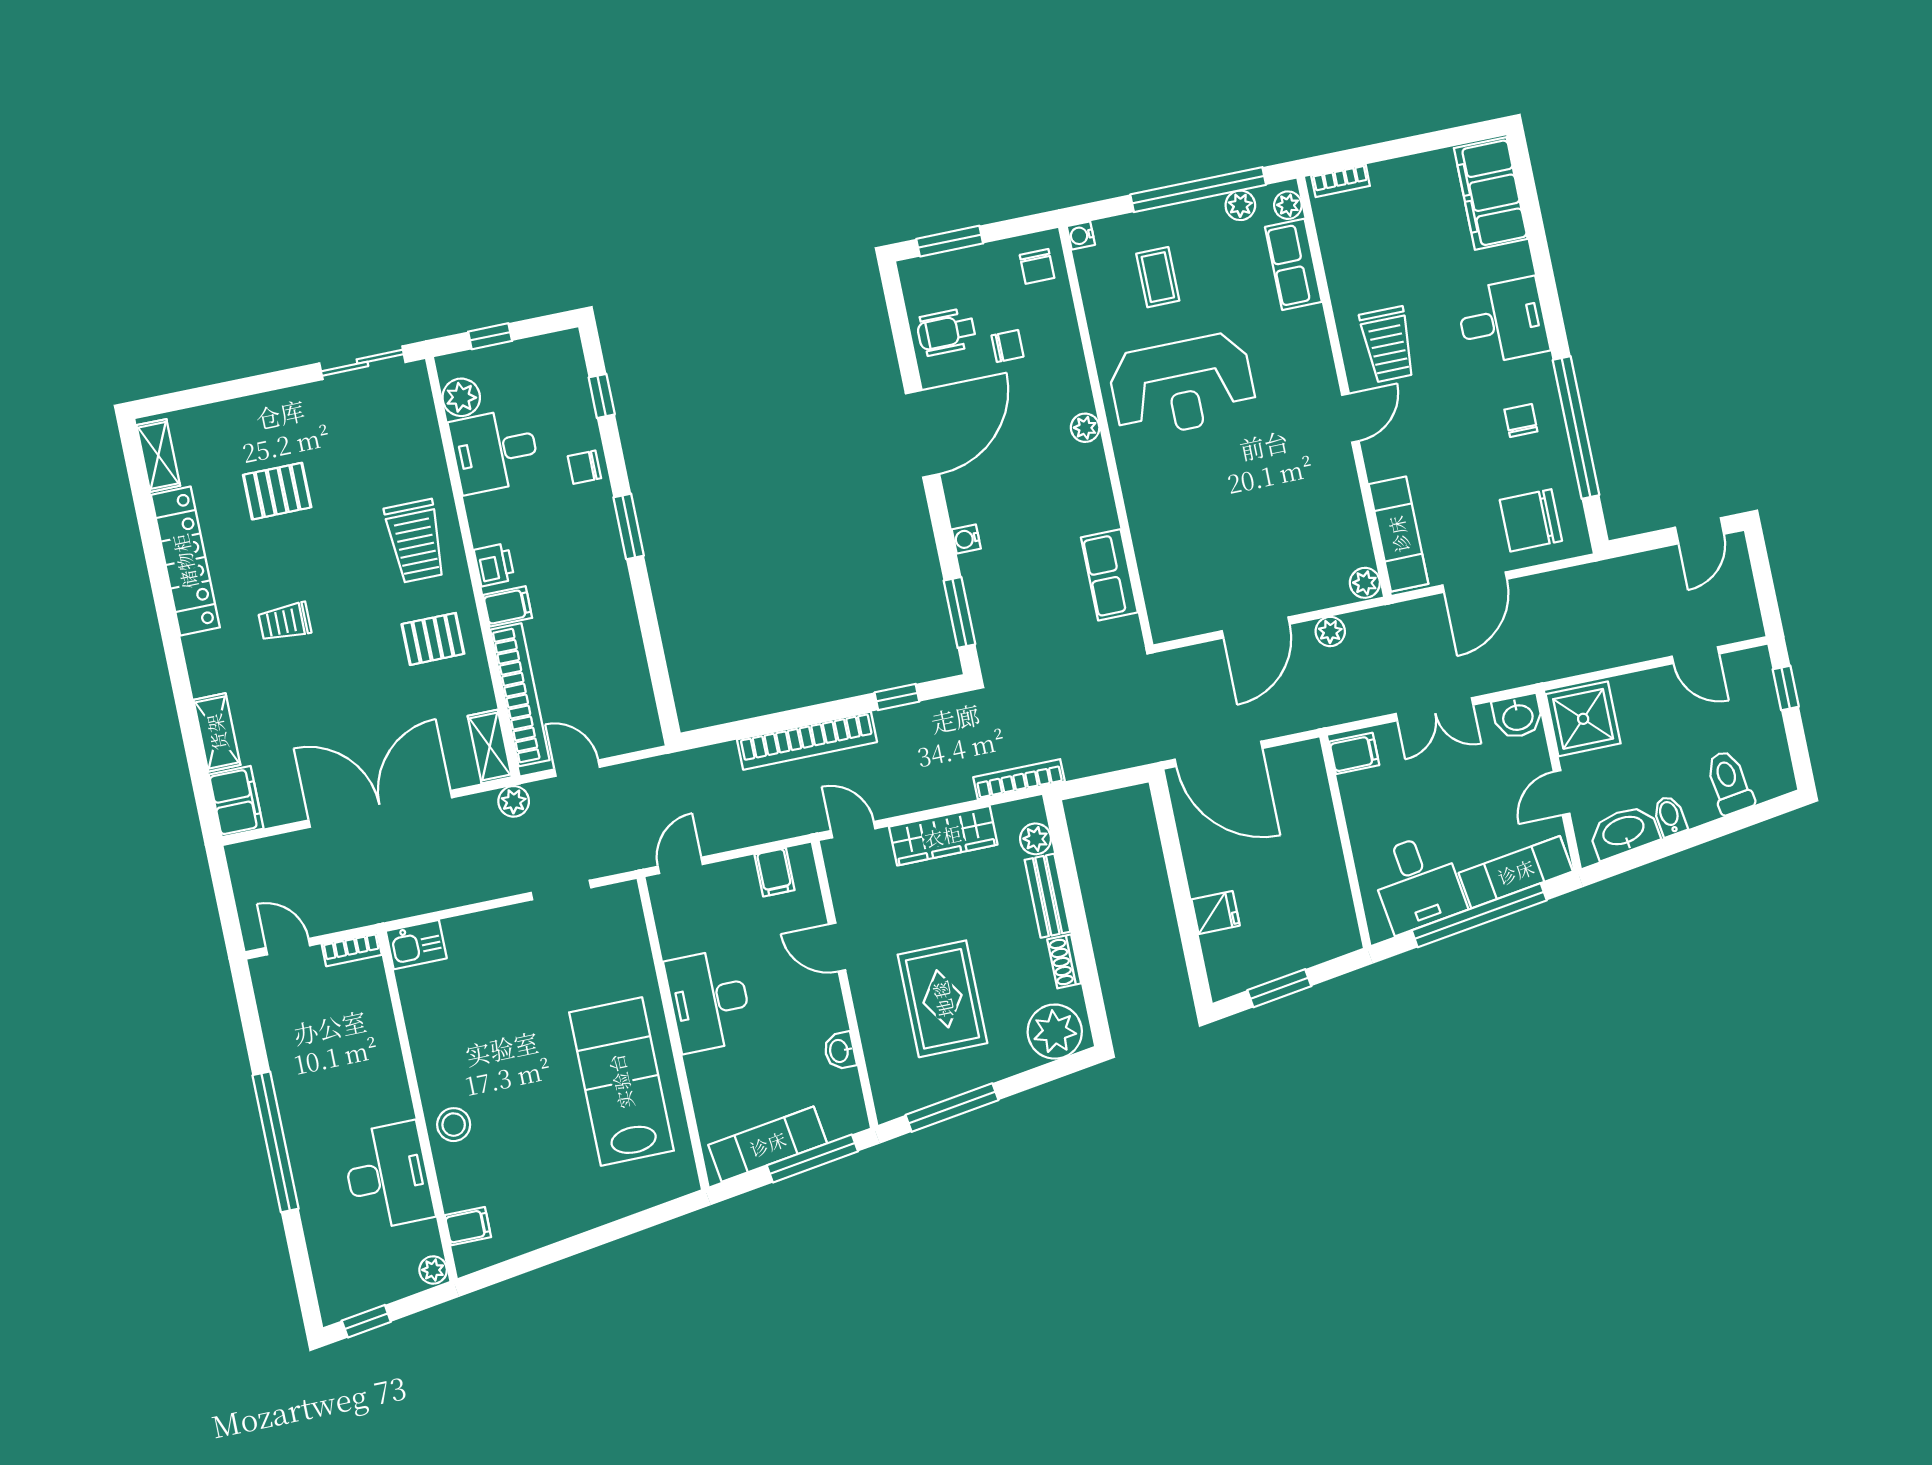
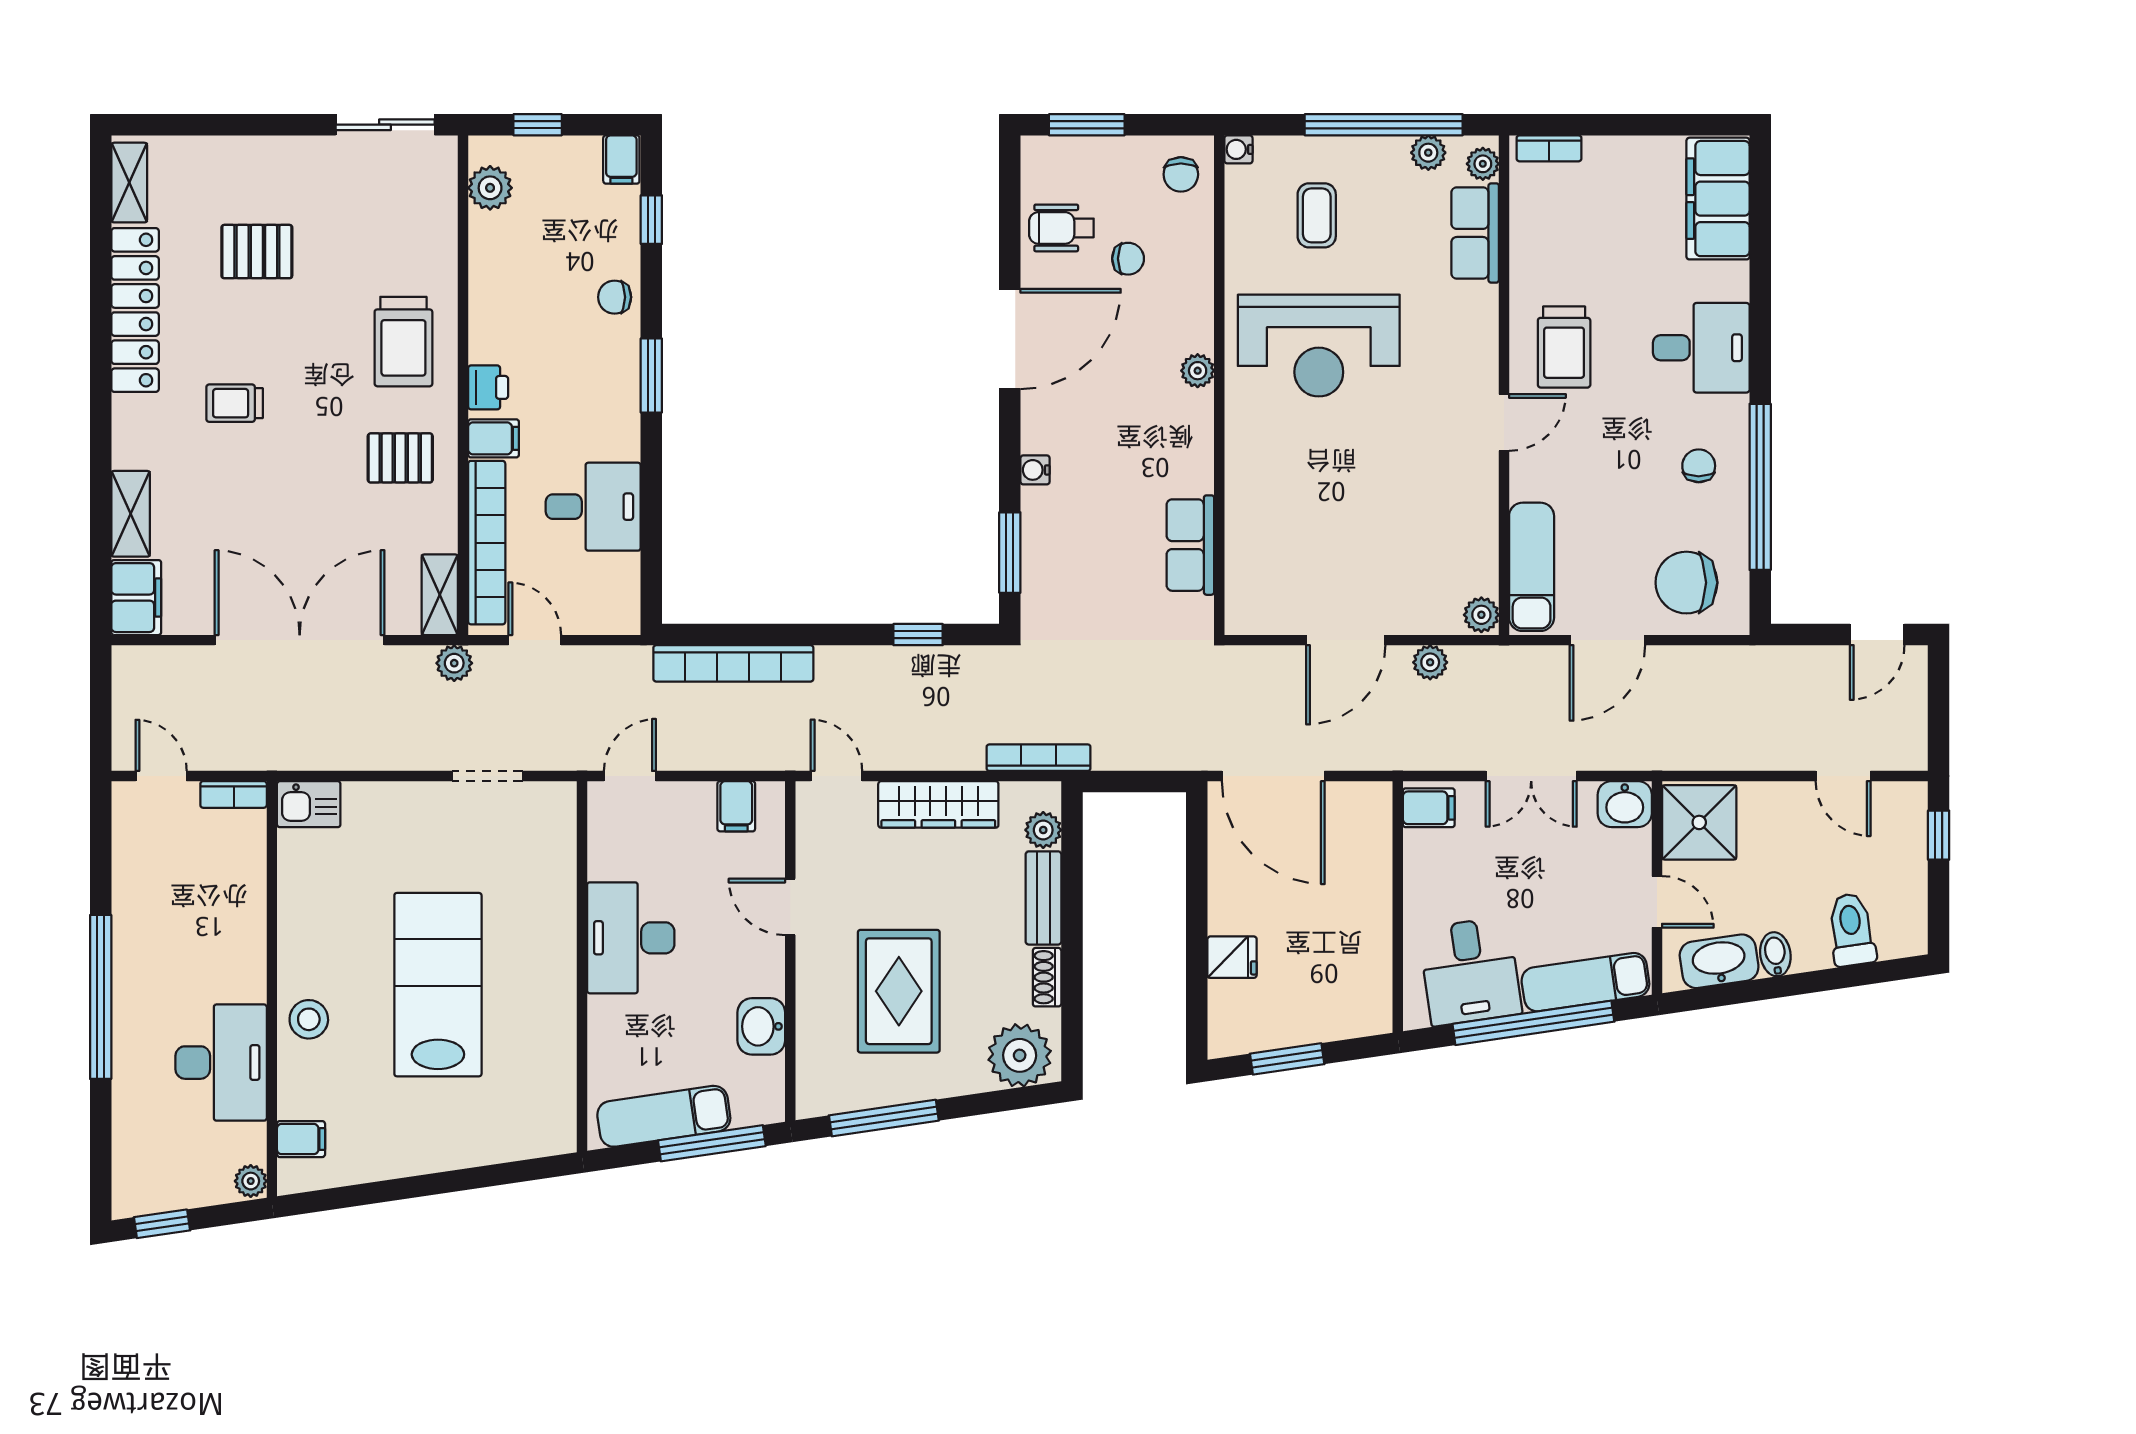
filing cabinet: (566, 351) -> (621, 160), added
desk: (495, 451) -> (593, 507), moved, turned 180
bookcase: (807, 741) -> (733, 663), moved
door: (1562, 793) -> (1657, 902), swing flipped
washbasin: (840, 1051) -> (761, 1026), width x1.38, depth x1.45
lab bench: (621, 1081) -> (438, 985), moved

